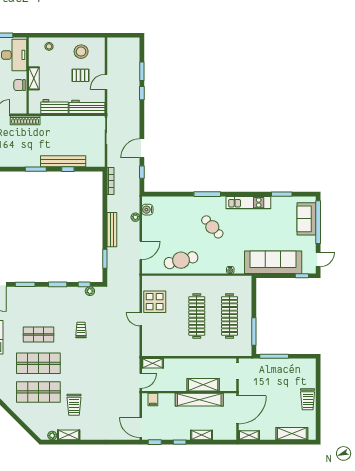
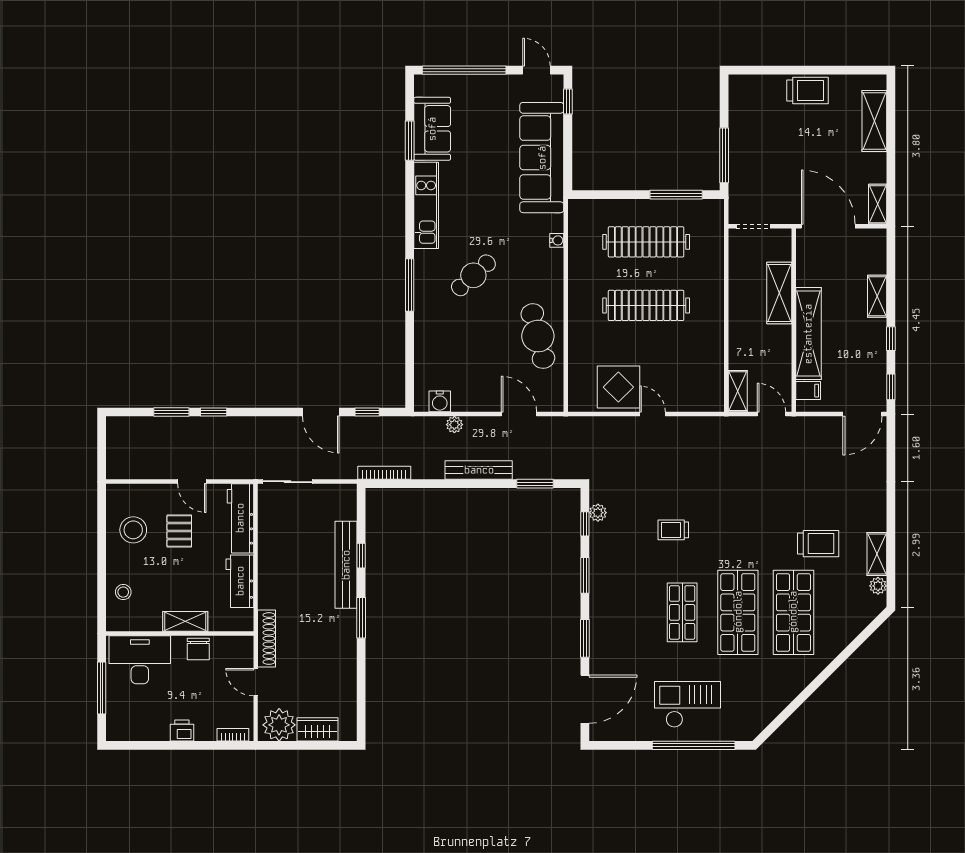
sofa: (306, 219) -> (432, 129), moved, turned -90
door: (141, 319) -> (652, 414), swing flipped
shelving: (199, 400) -> (808, 334), moved

